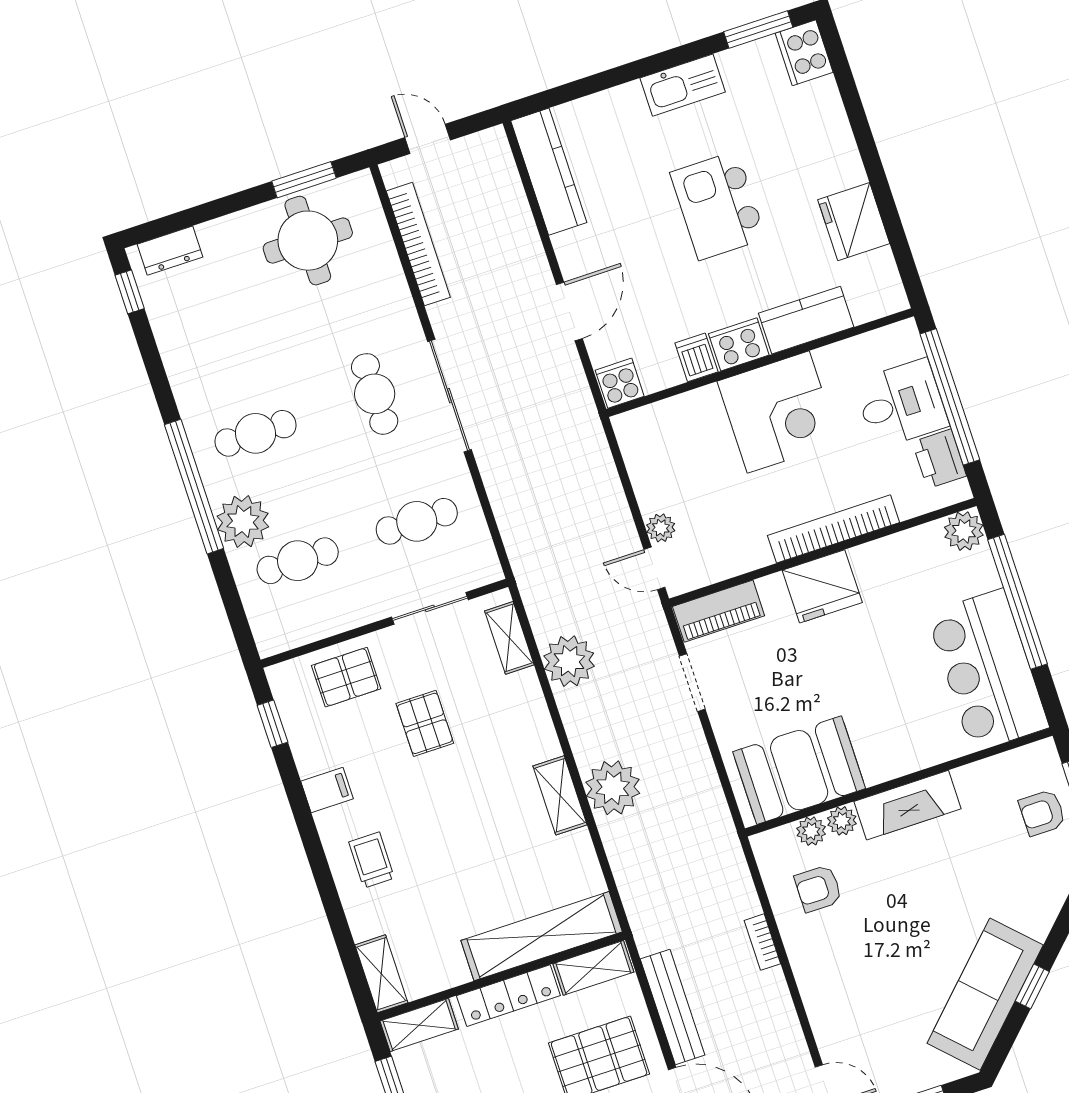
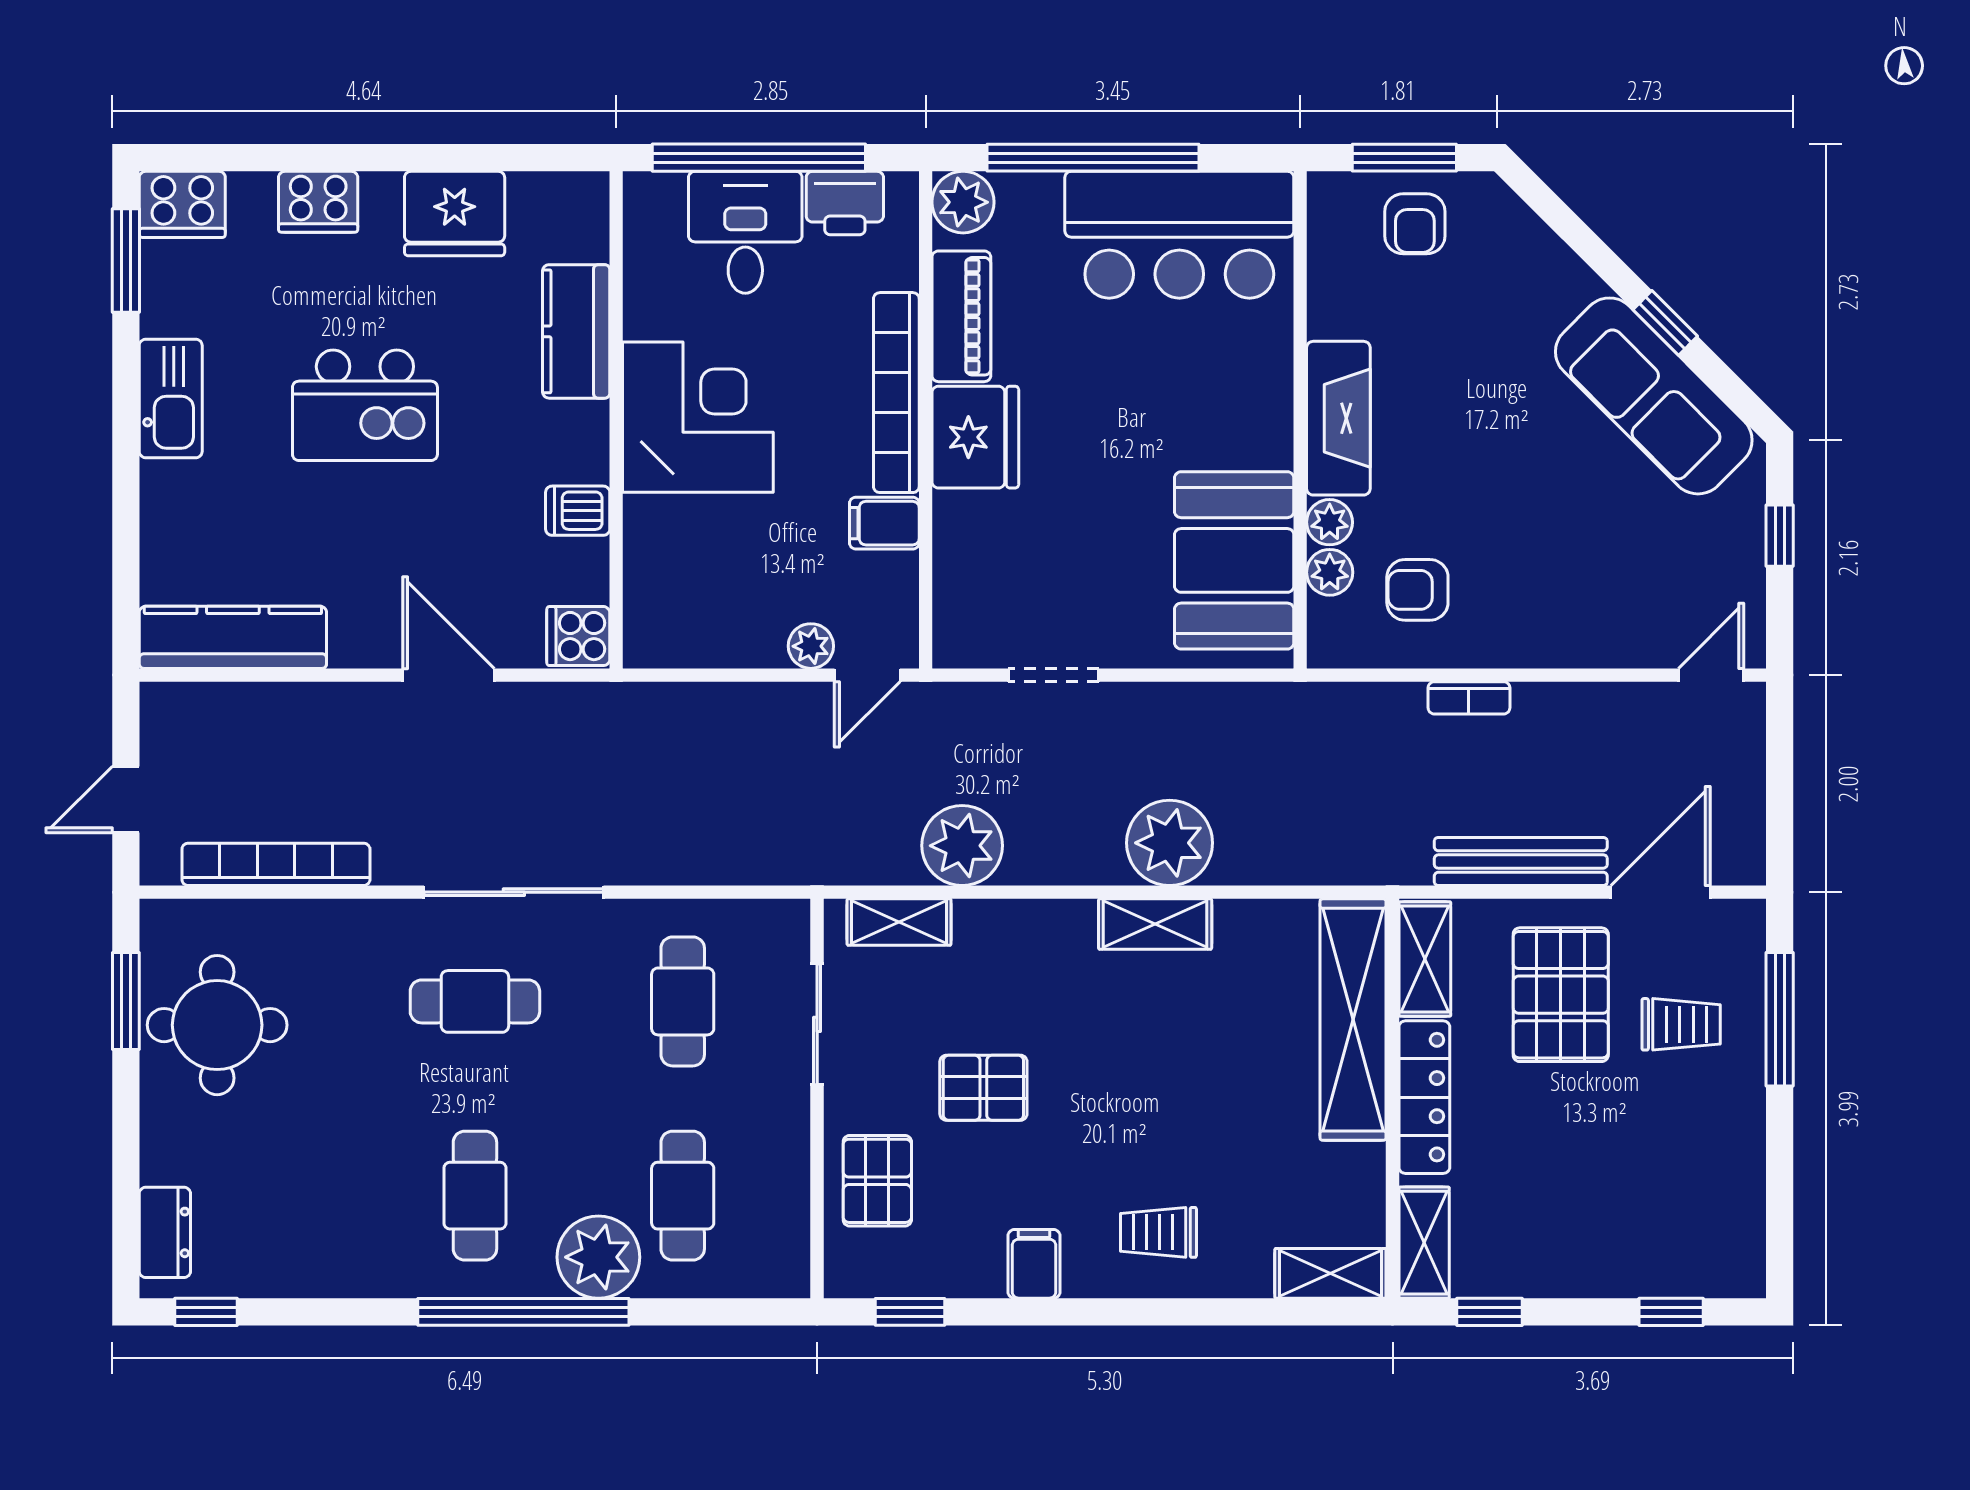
cooker: (739, 344) -> (318, 202), moved, turned -90
filing cabinet: (751, 548) -> (884, 523), added
piano: (719, 611) -> (961, 316), moved
armchair: (818, 889) -> (1417, 590), turned 90

